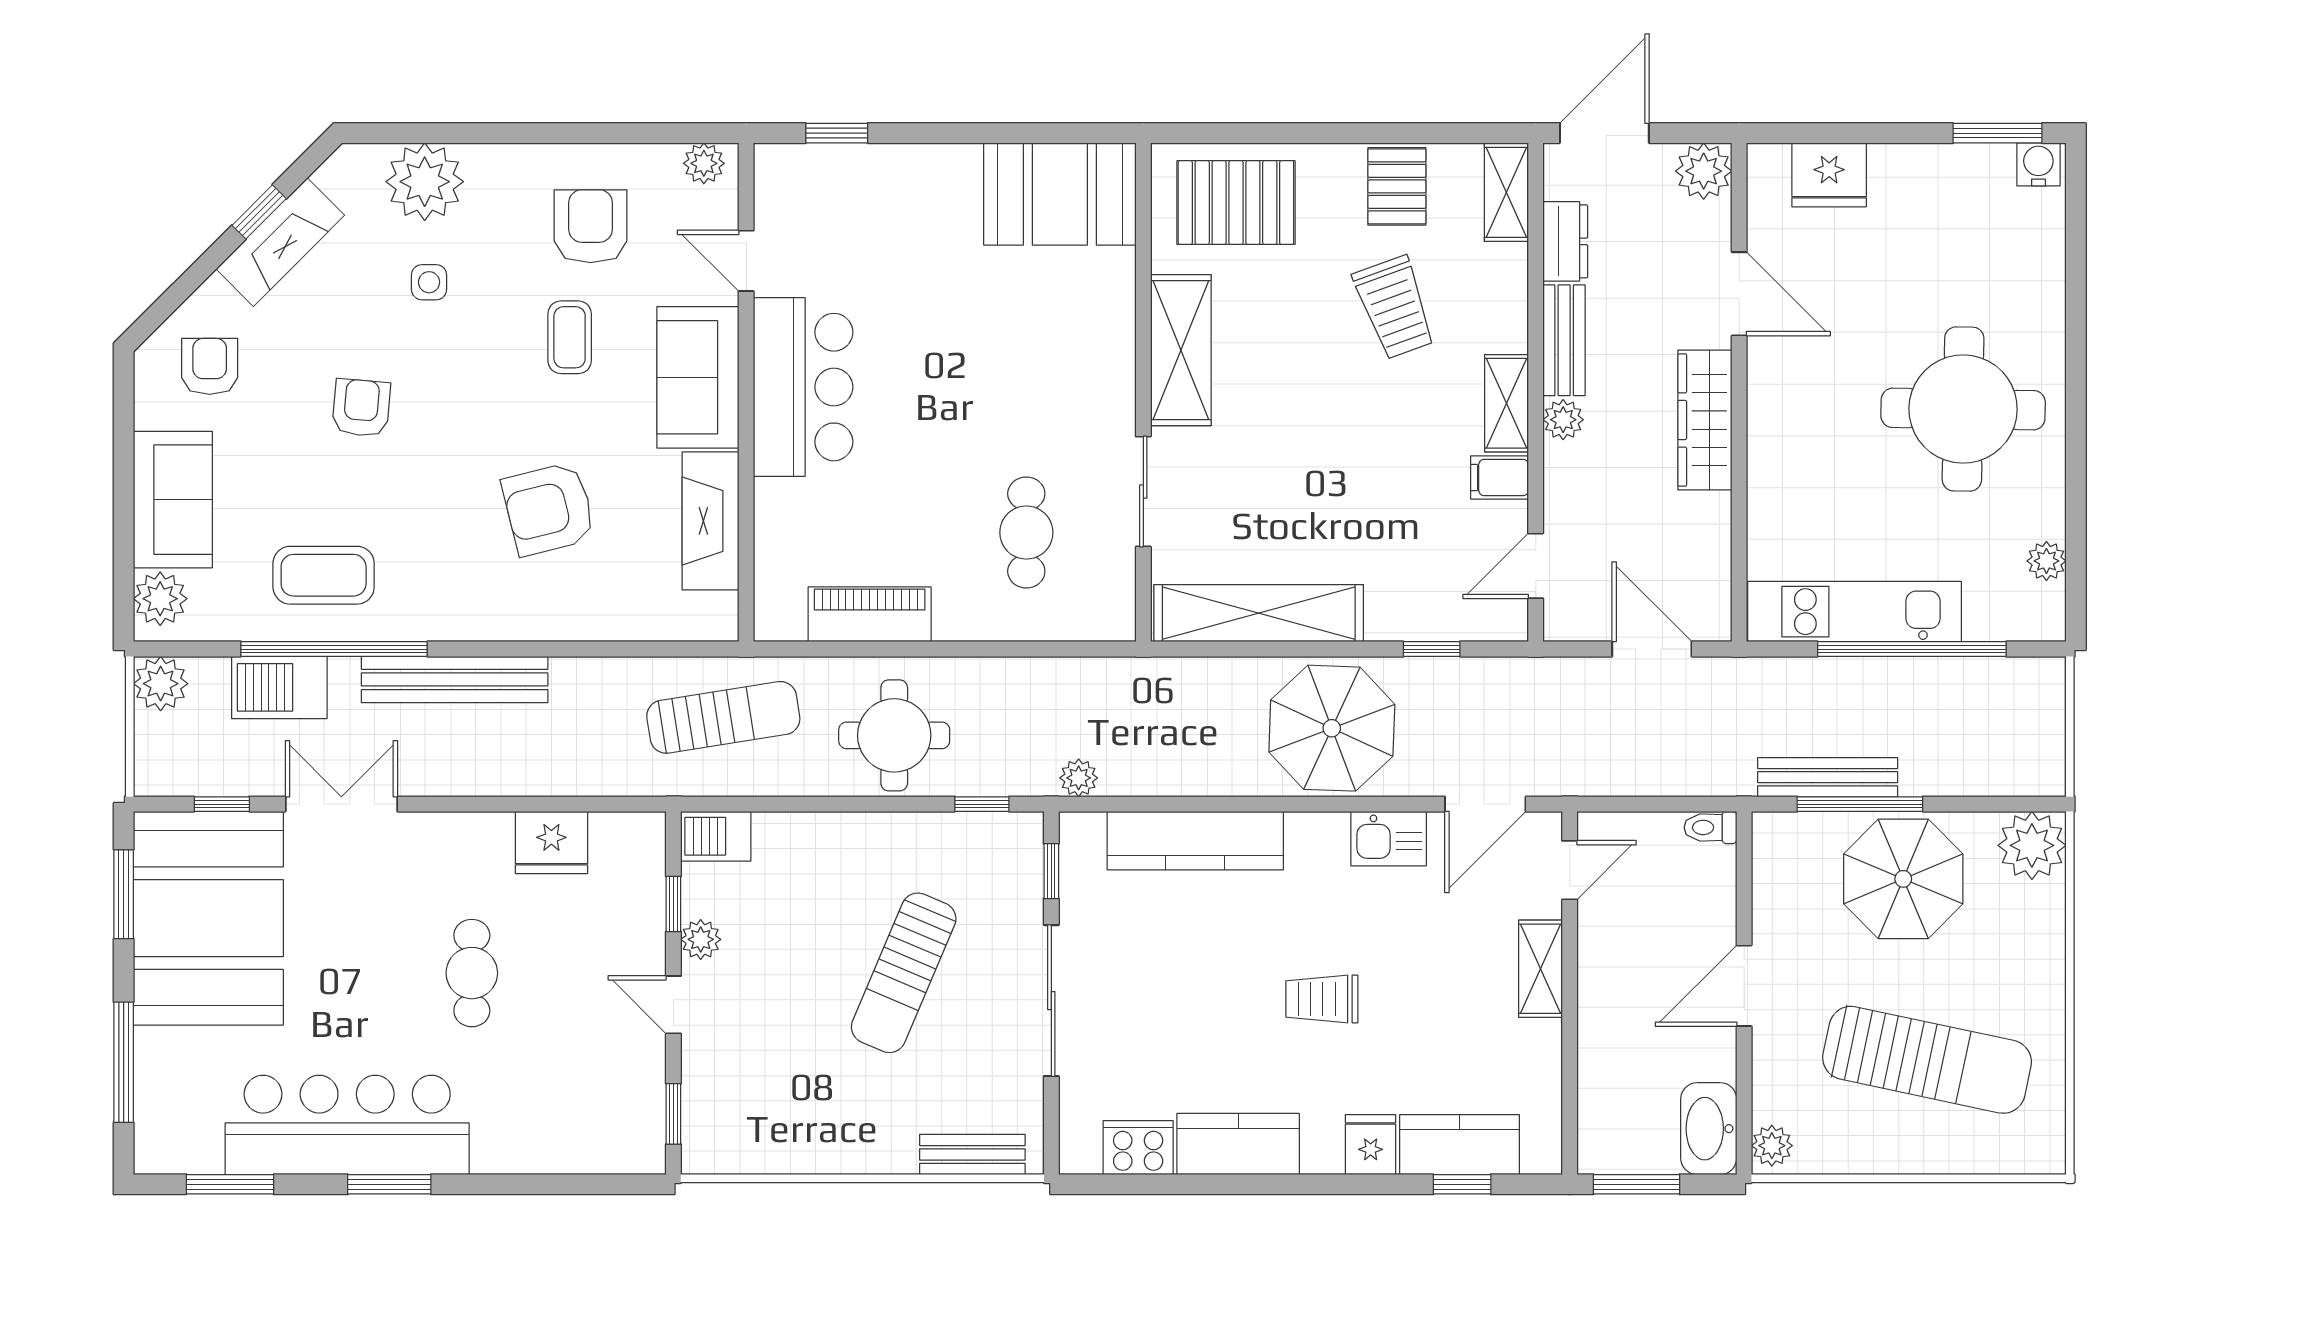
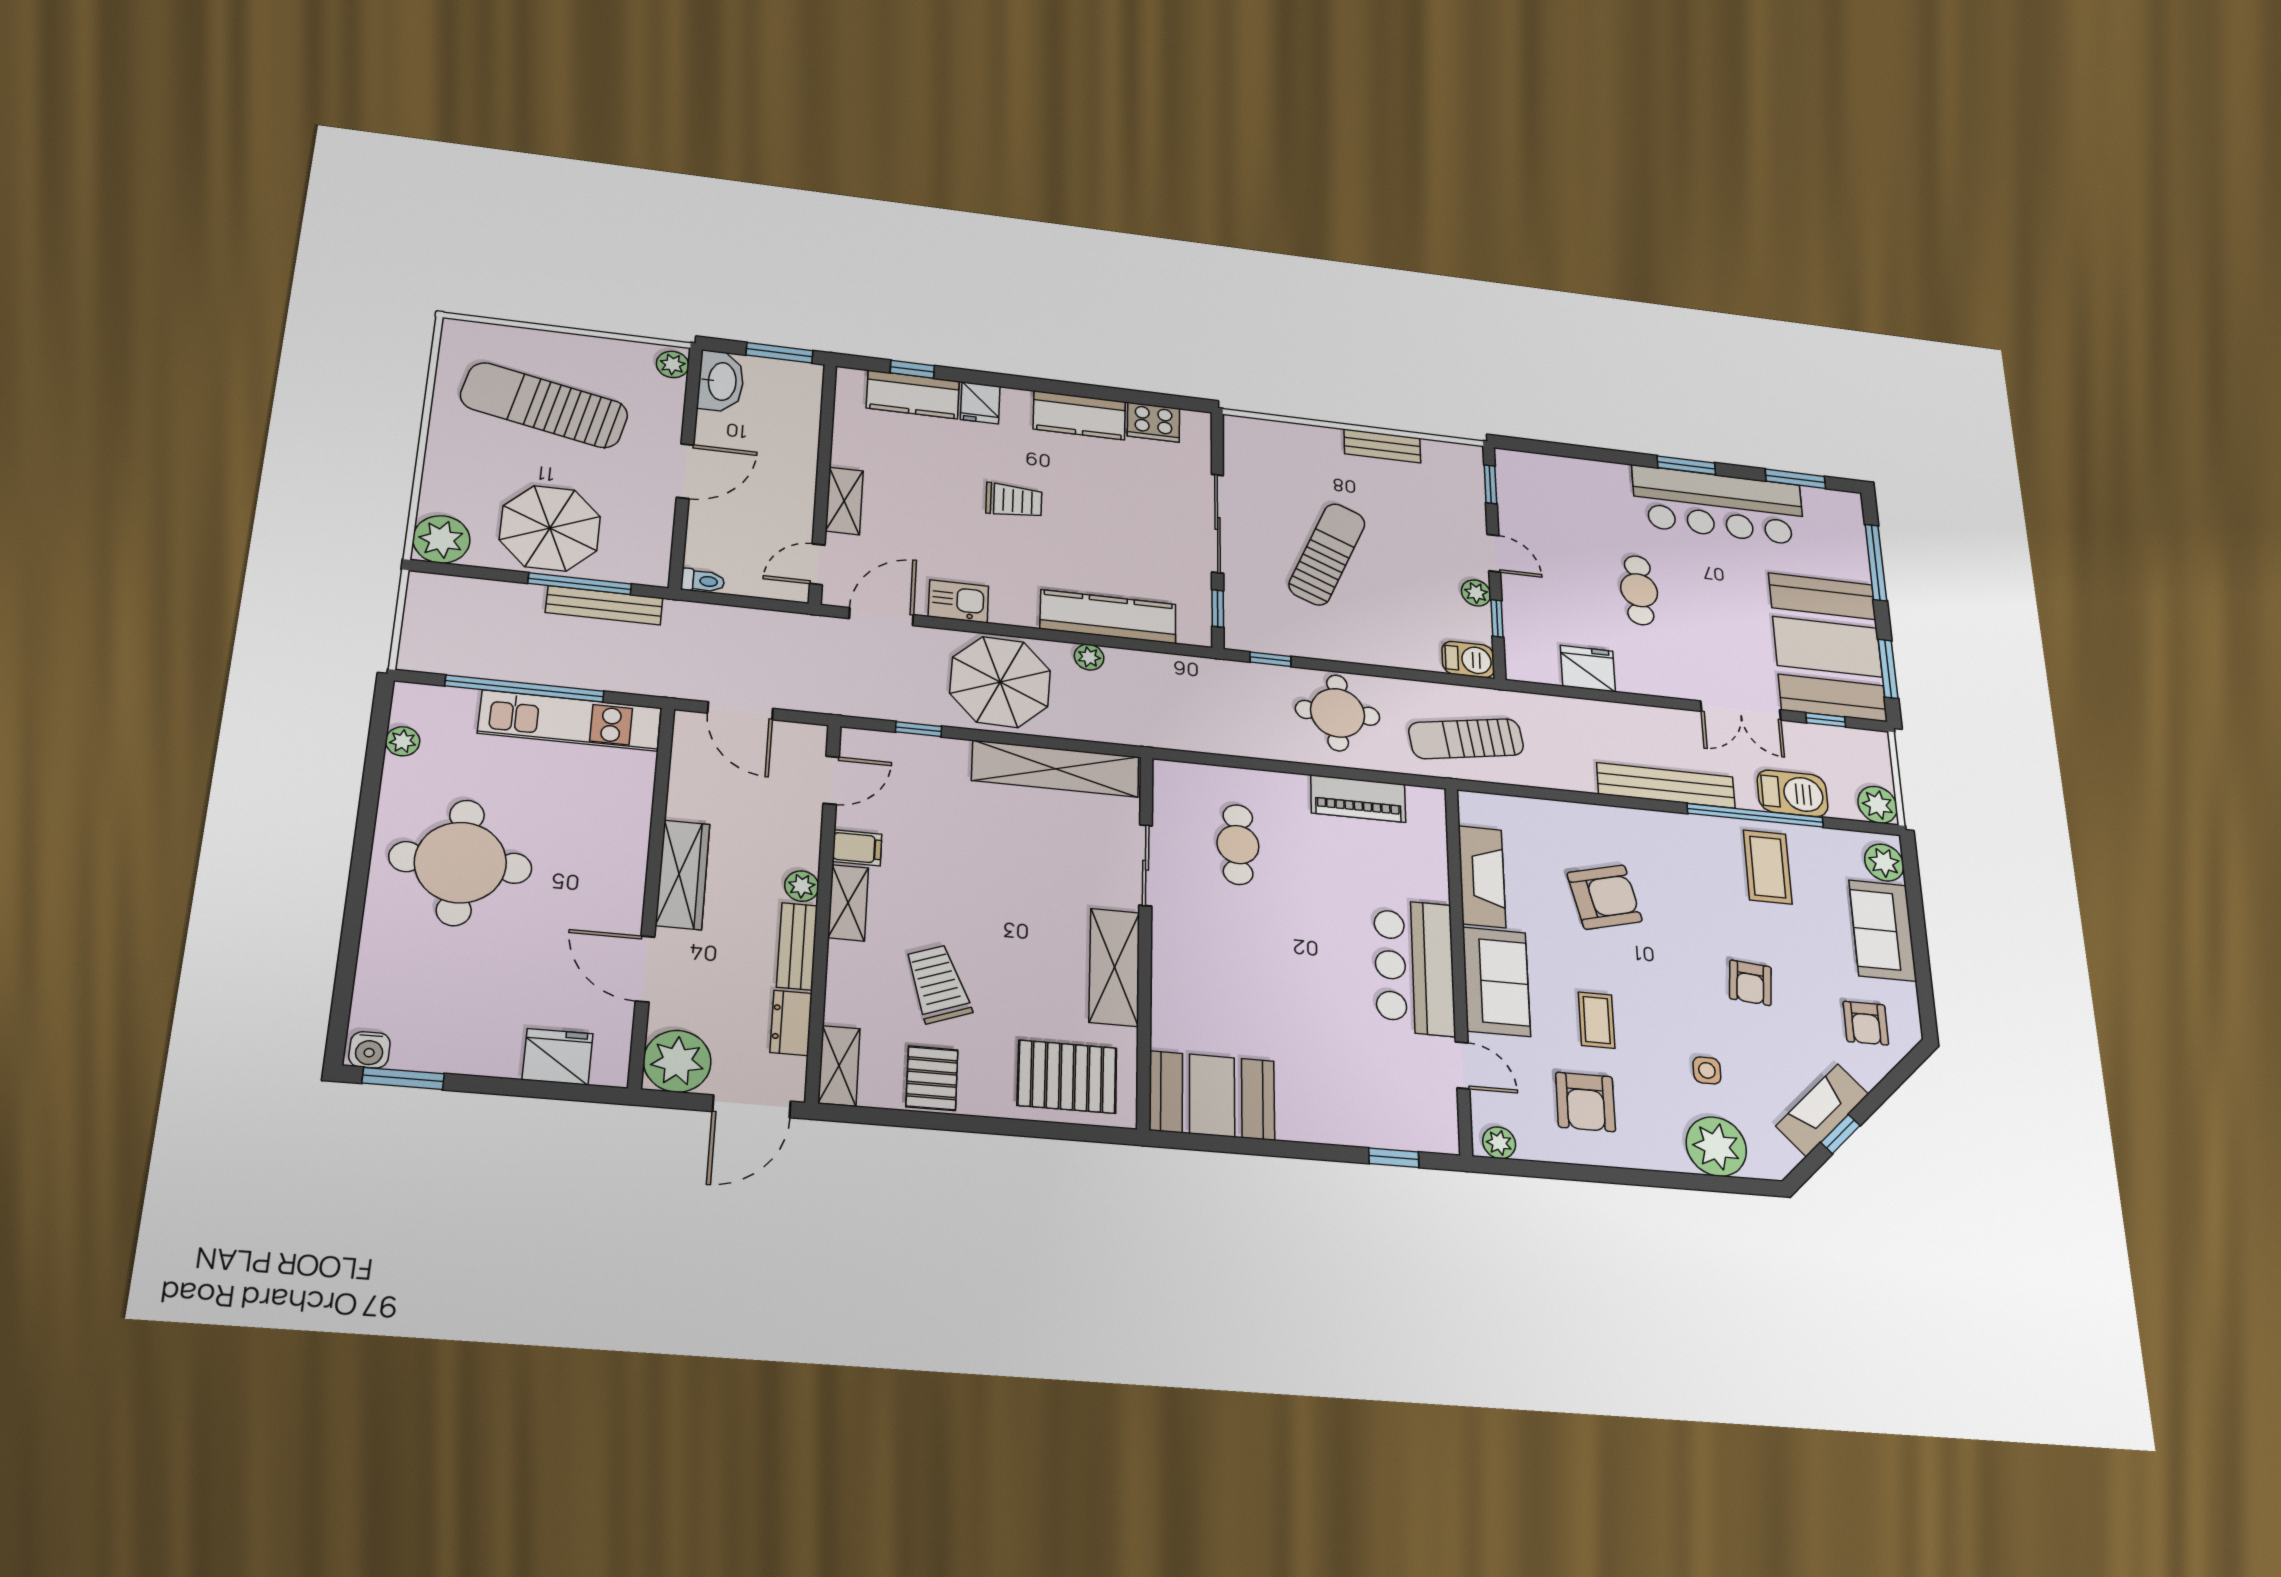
plant: (1704, 171) -> (677, 1061), width x1.36, depth x1.36
coffee table: (324, 575) -> (1768, 867), turned 90
plant: (1079, 778) -> (1089, 657), moved
bench: (972, 1154) -> (1382, 446), moved

